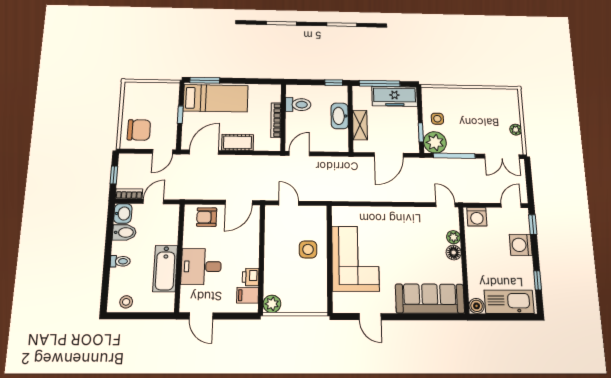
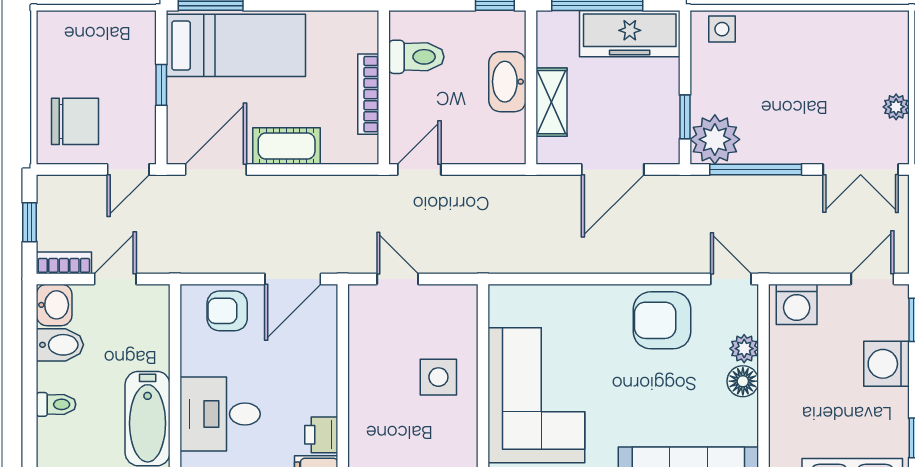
side table: (437, 119) -> (722, 29), moved
armchair: (414, 224) -> (662, 320), added

